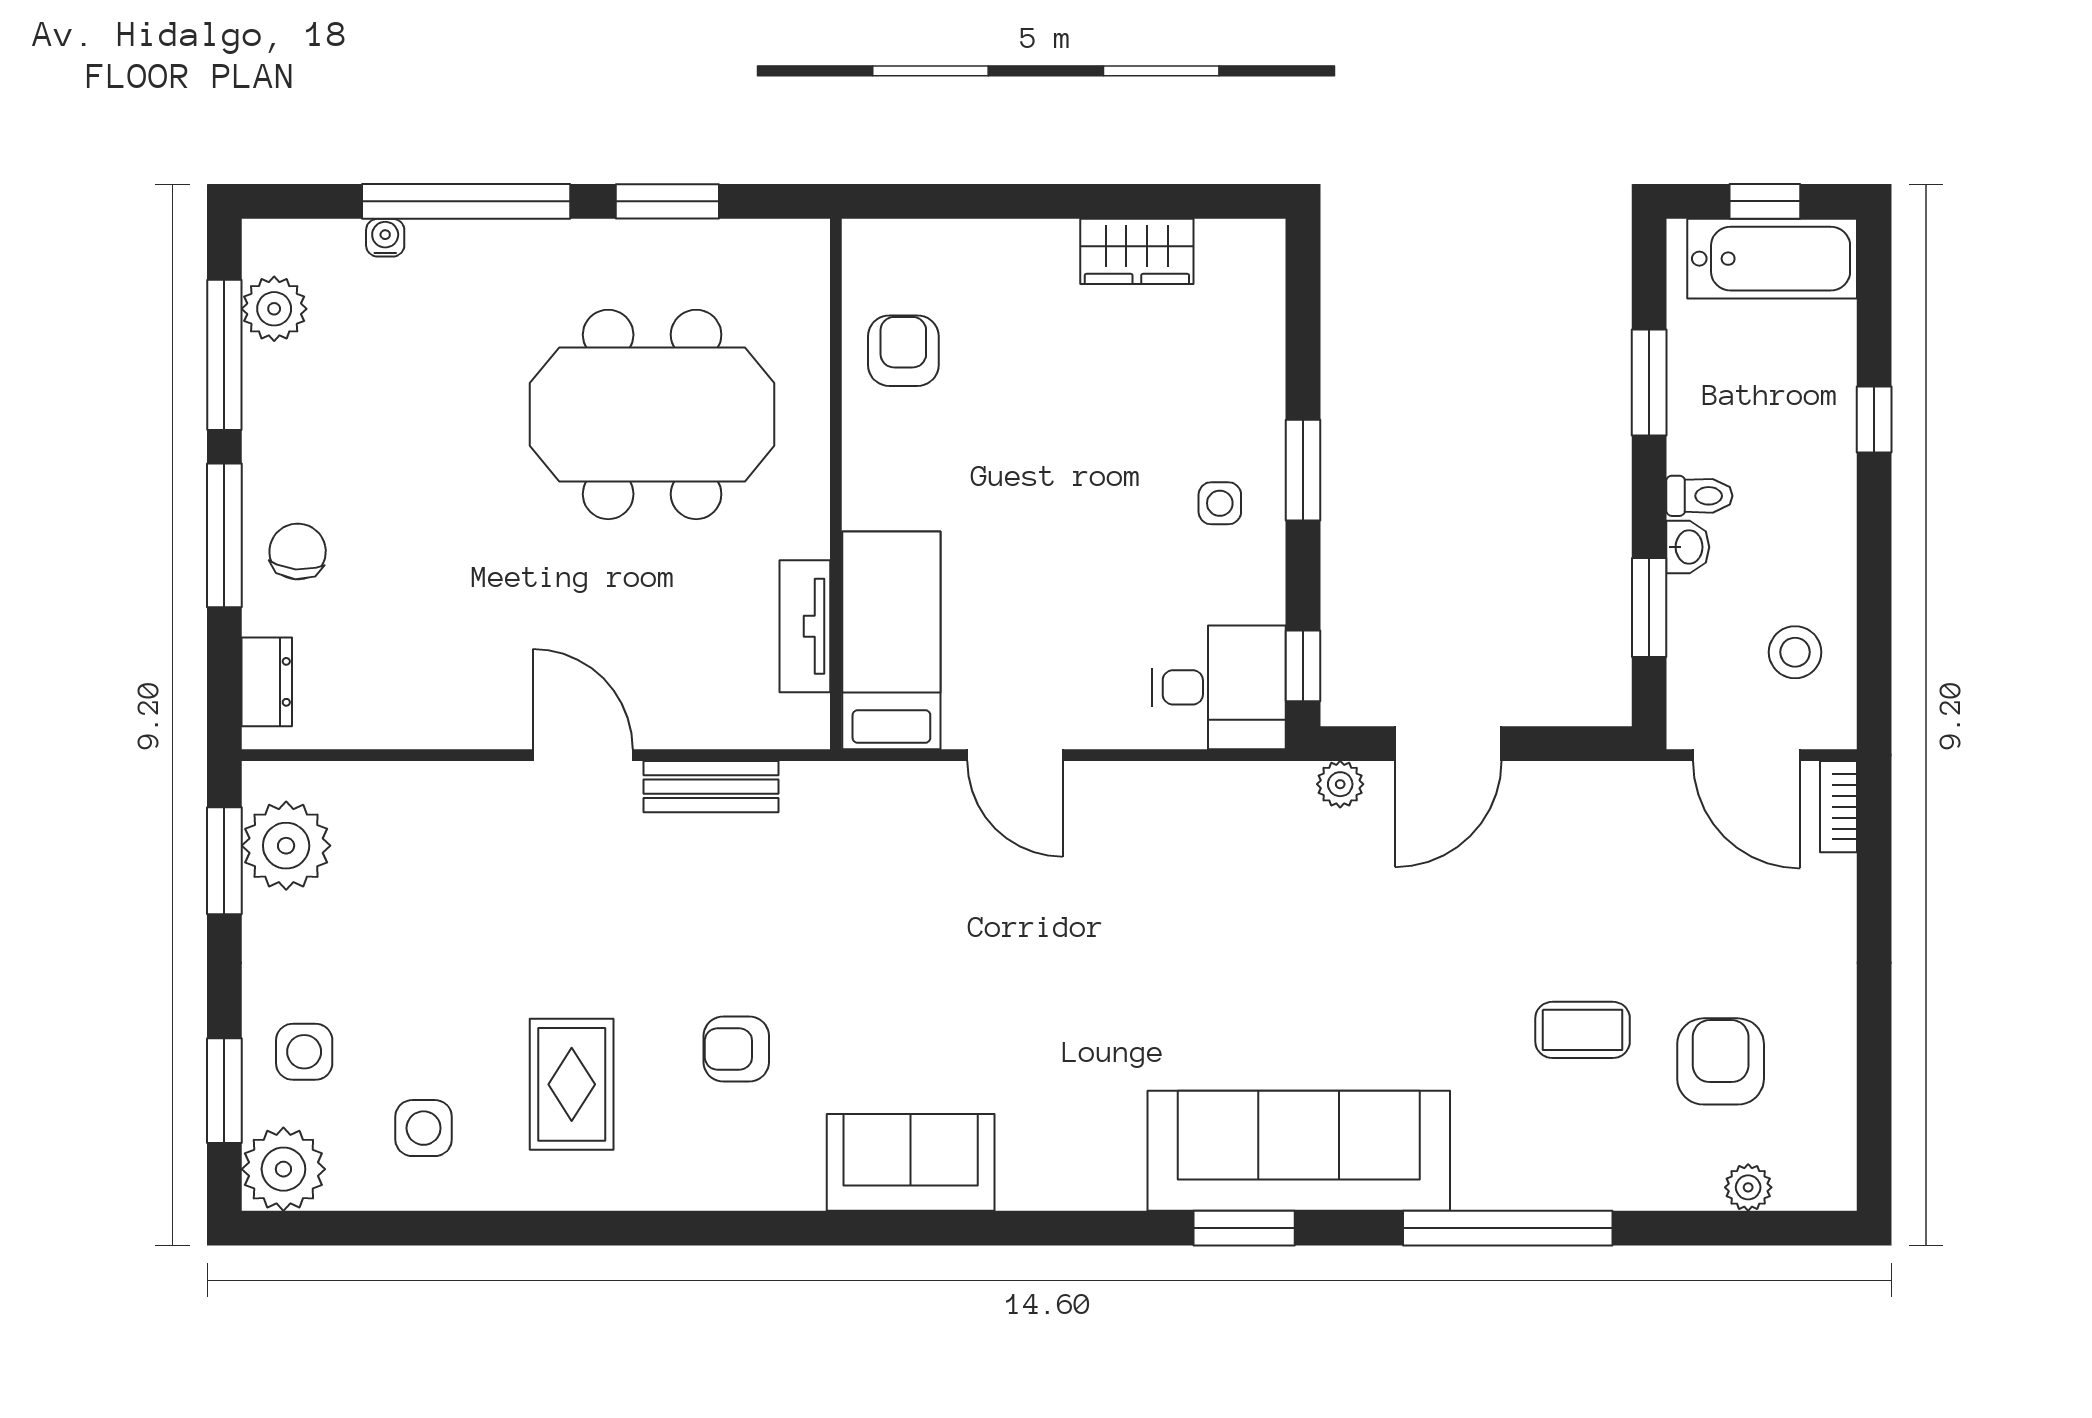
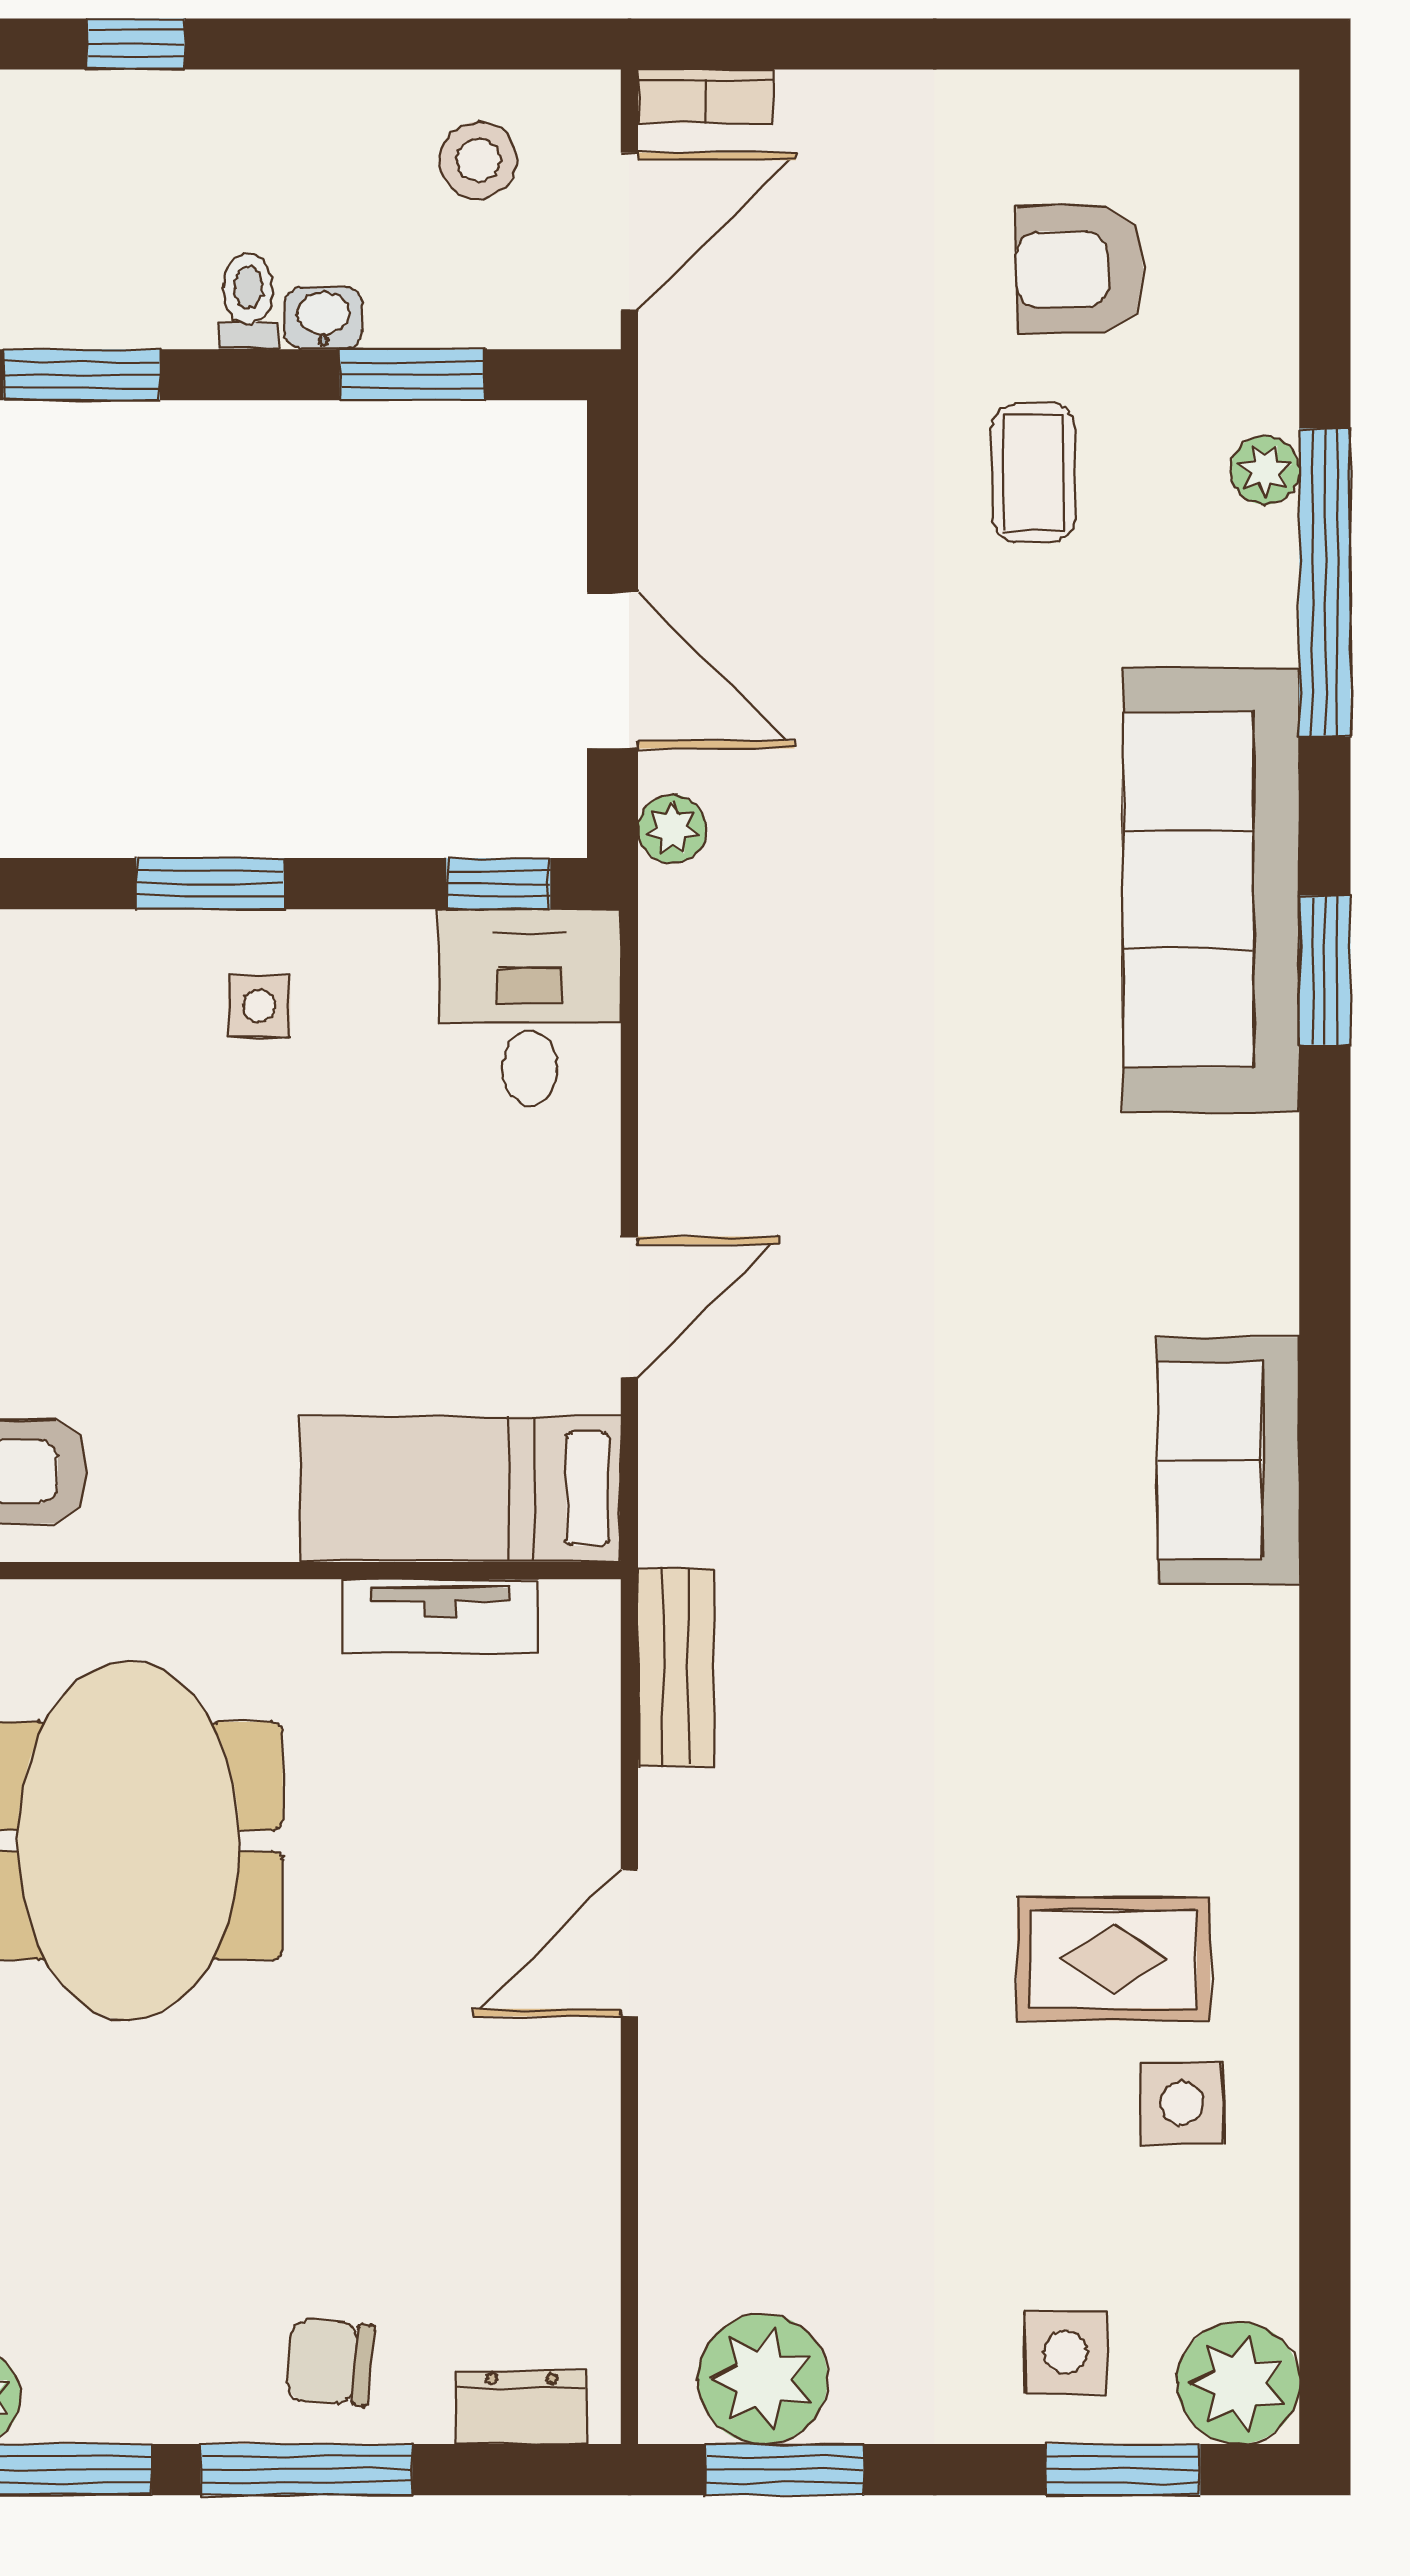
bench: (711, 787) -> (676, 1667), moved
armchair: (736, 1049) -> (1062, 1717), removed
side table: (424, 1128) -> (1182, 2104), moved
plant: (1748, 1187) -> (1265, 470), moved

